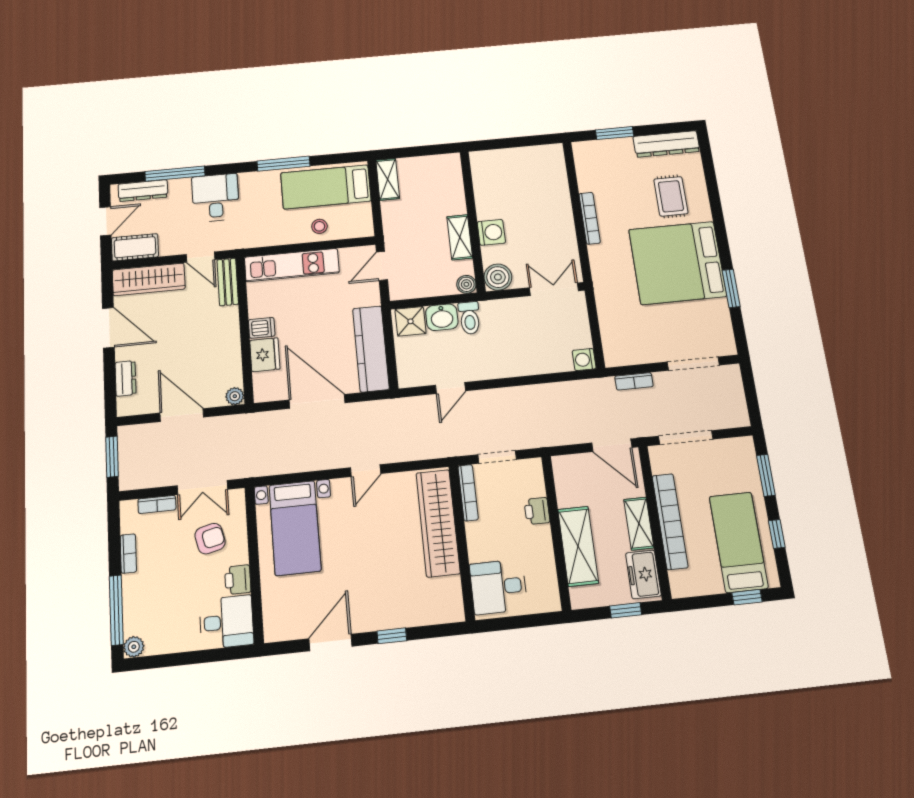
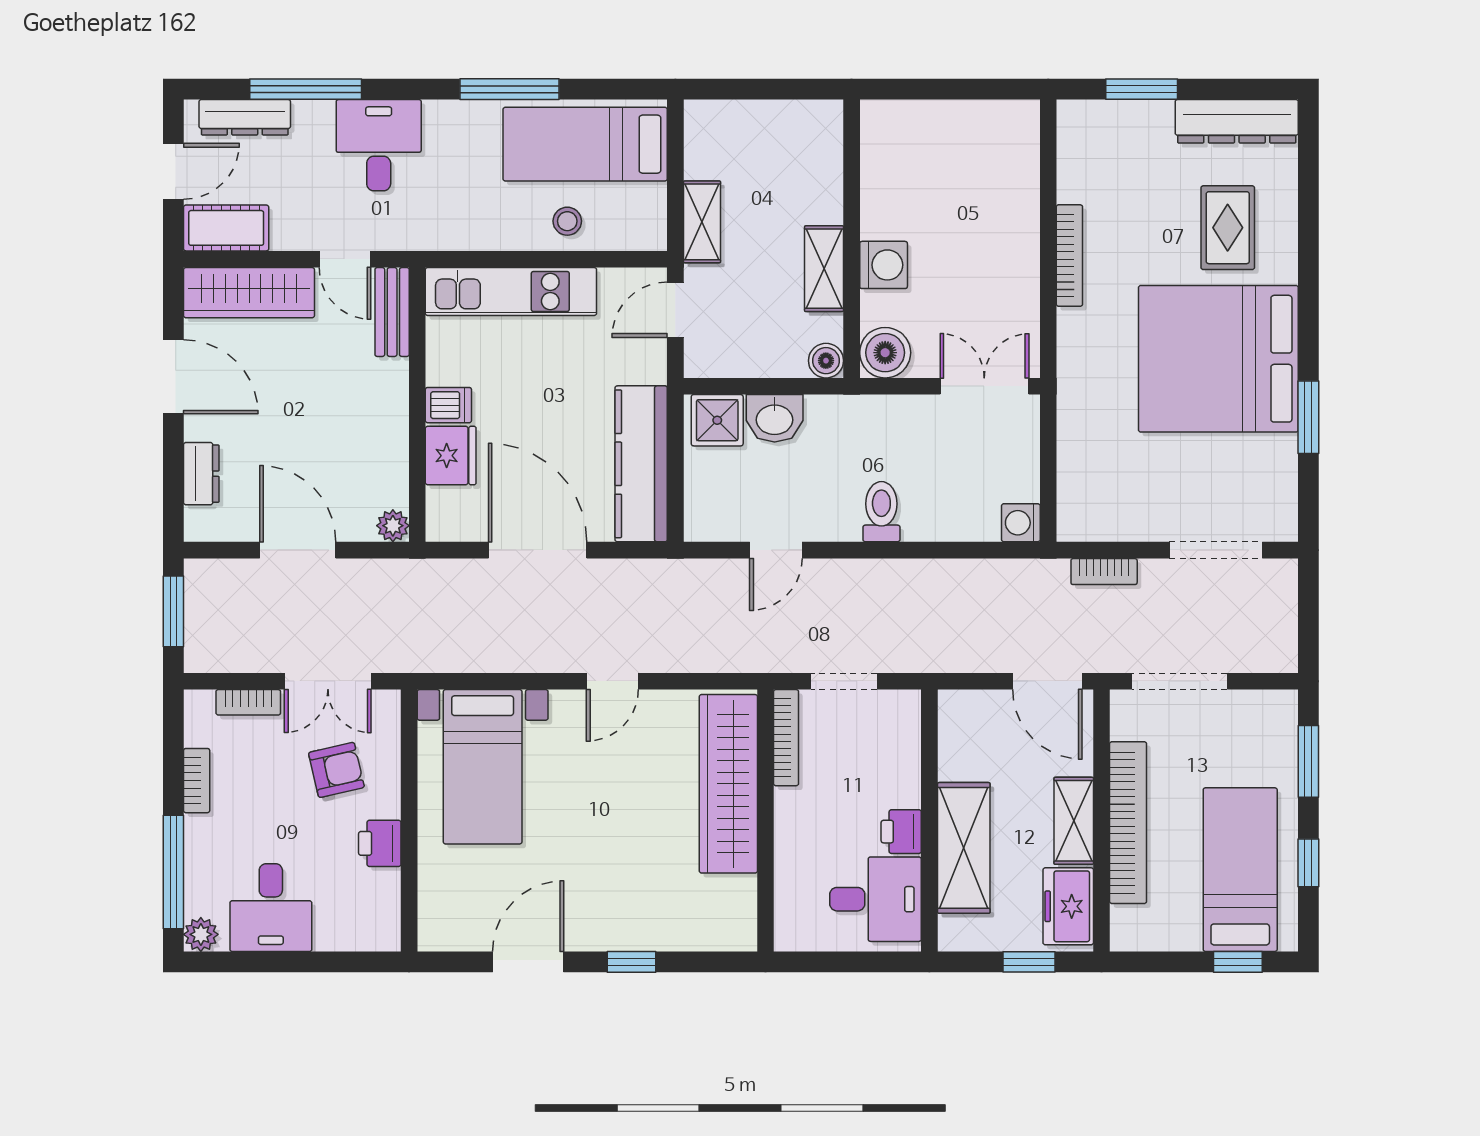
shelving: (388, 179) -> (702, 222), moved
toilet: (470, 318) -> (881, 512), moved, turned 180
printer: (537, 511) -> (901, 832), moved
desk: (498, 587) -> (876, 899), moved, turned 180
desk: (226, 622) -> (271, 908), moved, turned 90

